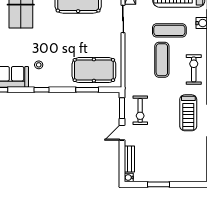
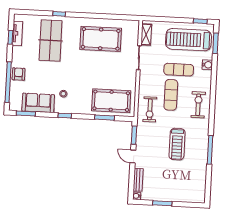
exercise bike: (140, 110) -> (150, 109), moved
treadmill: (188, 113) -> (177, 144), moved
door: (122, 133) -> (133, 157), hinge flipped

